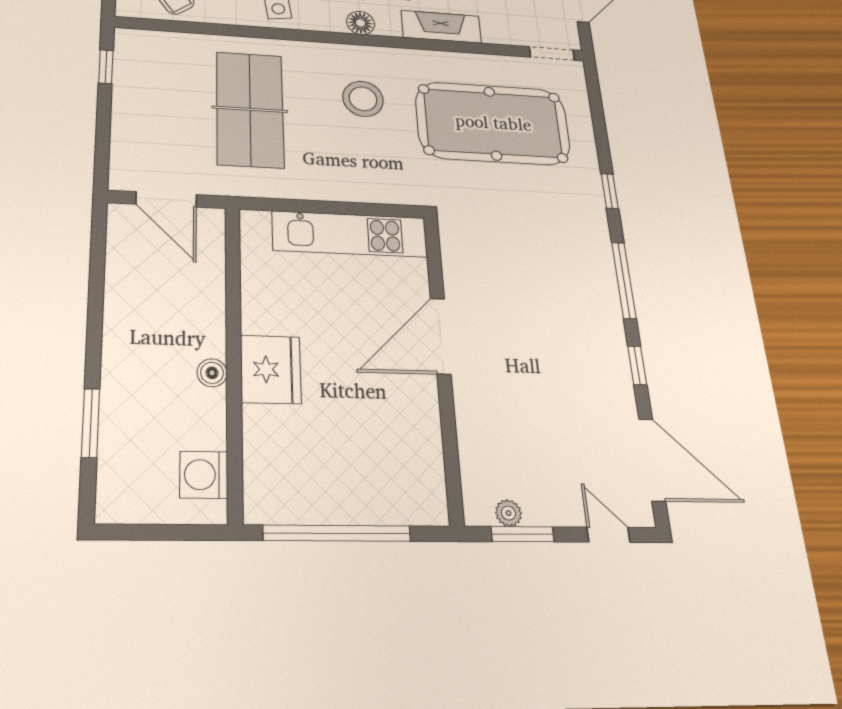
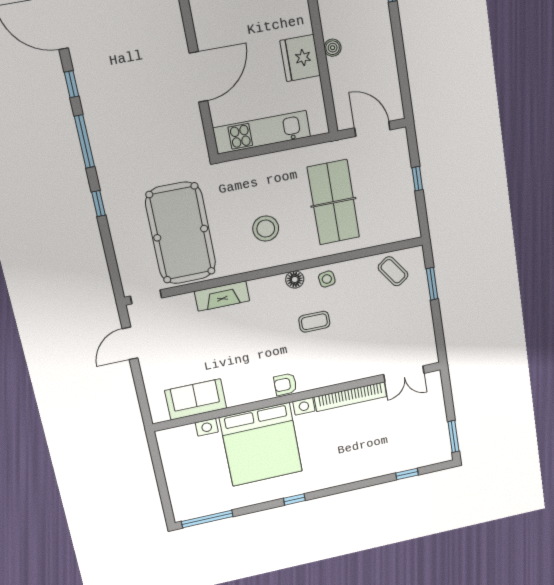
floor lamp: (361, 23) -> (295, 280), moved
window: (106, 67) -> (417, 179), moved
pool table: (493, 123) -> (181, 233), turned 90
fridge: (271, 369) -> (300, 58), moved
boiler: (212, 373) -> (333, 48), moved

